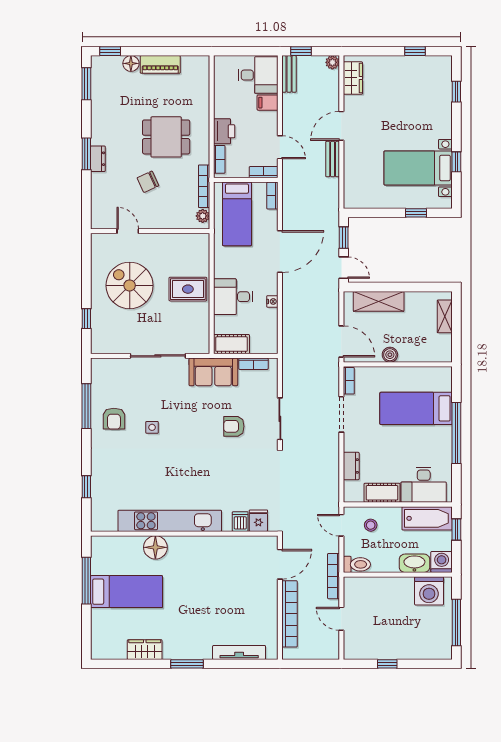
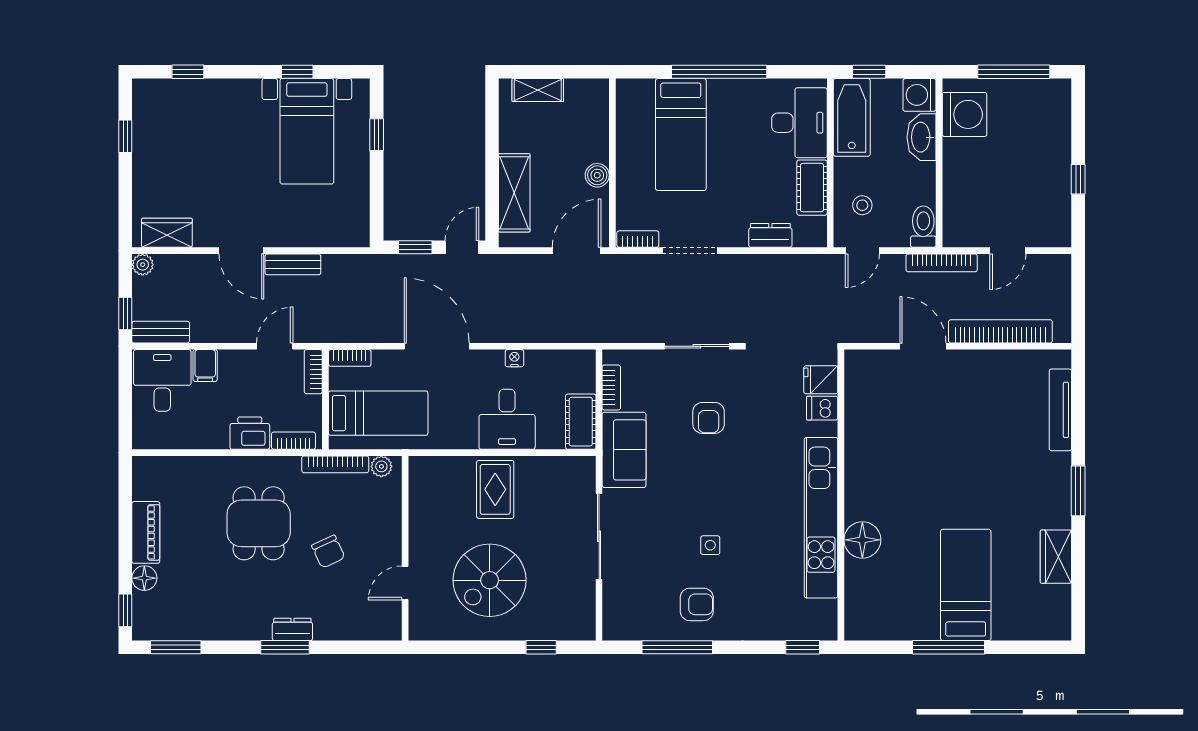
kitchen unit: (170, 521) -> (821, 518), moved
fridge: (258, 521) -> (821, 380), moved
dishwasher: (240, 522) -> (822, 408), moved
wall: (184, 534) -> (841, 495), moved
floor lamp: (155, 547) -> (862, 540), moved

